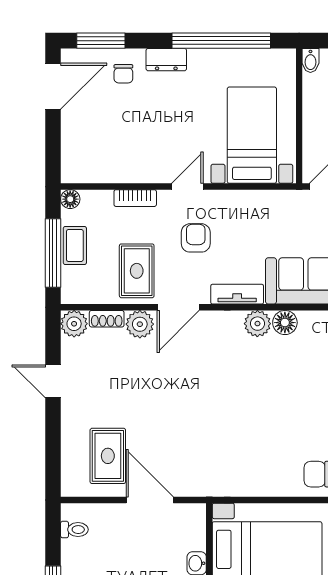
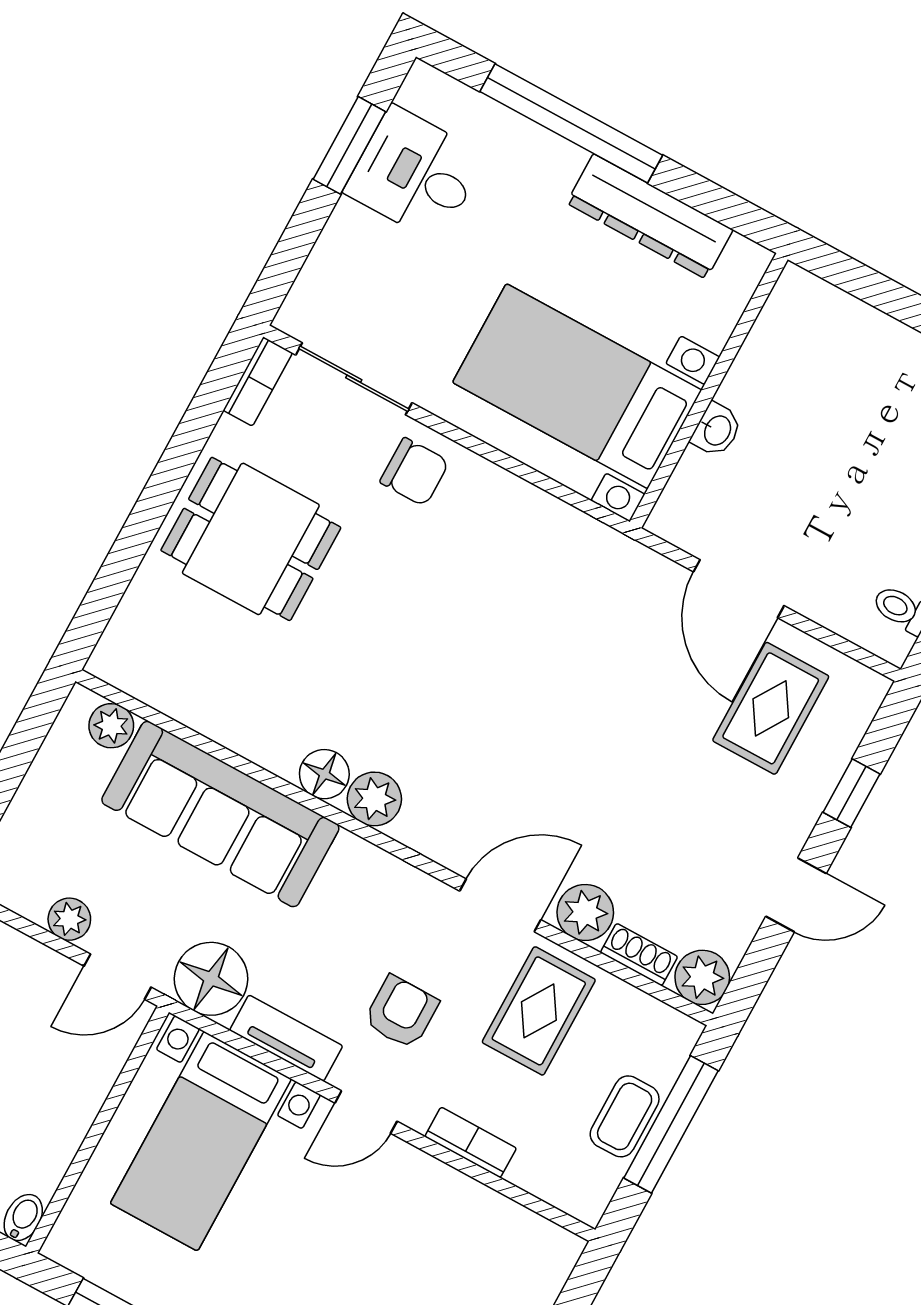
floor lamp: (70, 199) -> (211, 979), moved, width x1.89, depth x1.89
armchair: (196, 238) -> (401, 1012), turned 180
tv unit: (237, 294) -> (286, 1038), moved, turned 180
door: (53, 381) -> (796, 895), hinge flipped
window: (53, 438) -> (852, 793), added

